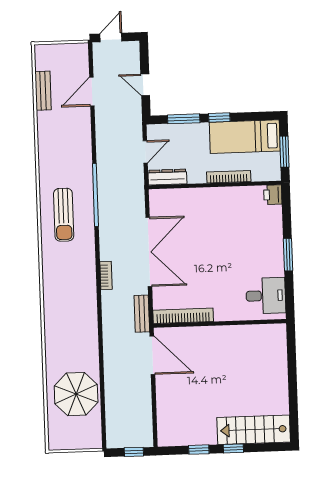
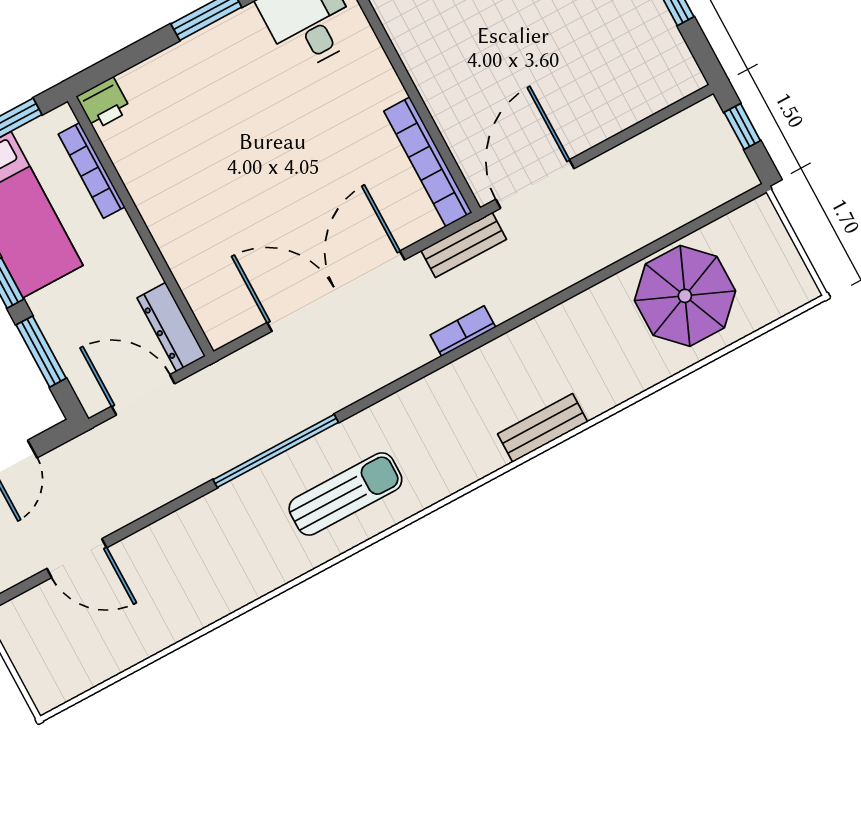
bench: (43, 91) -> (543, 428), moved
door: (145, 152) -> (143, 395), width x1.38
bookcase: (229, 177) -> (92, 171), moved
bookcase: (106, 275) -> (463, 331), moved

